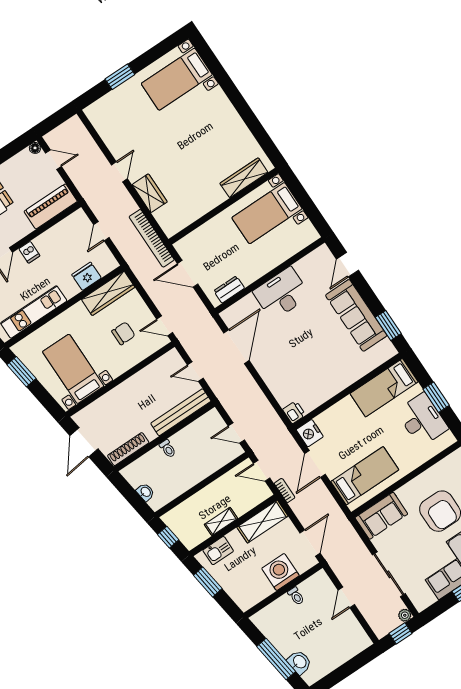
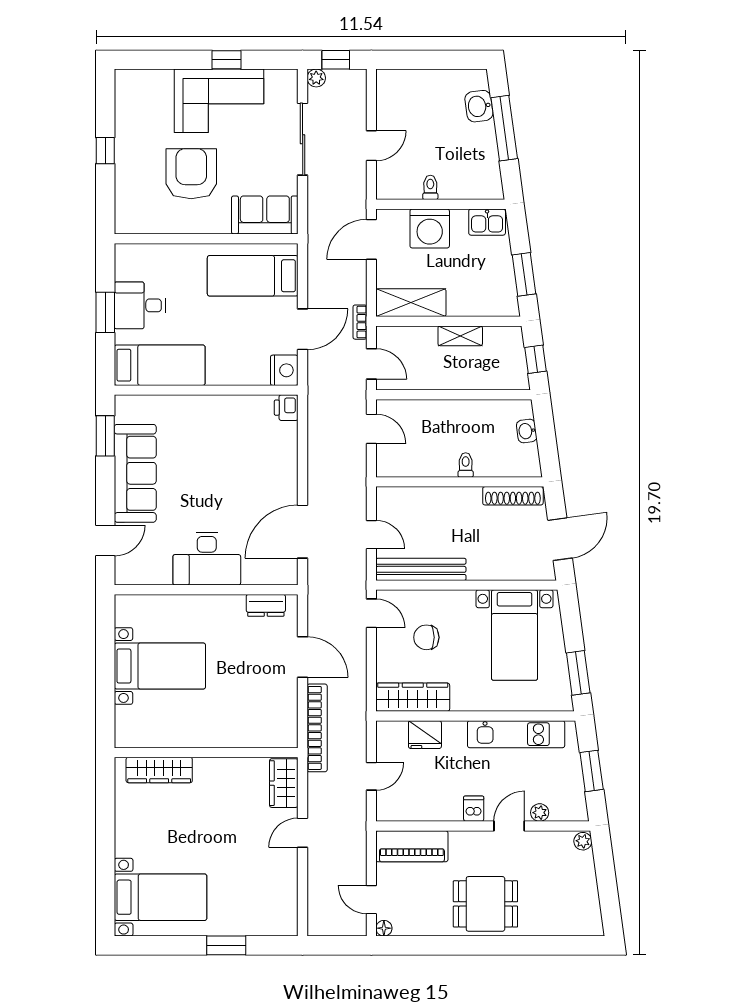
wardrobe: (244, 178) -> (159, 770), moved
wall: (223, 206) -> (206, 753), moved
bench: (181, 412) -> (421, 569), moved
desk: (422, 420) -> (140, 305), width x0.73
kitchen sink: (218, 551) -> (487, 222), moved, turned 180

